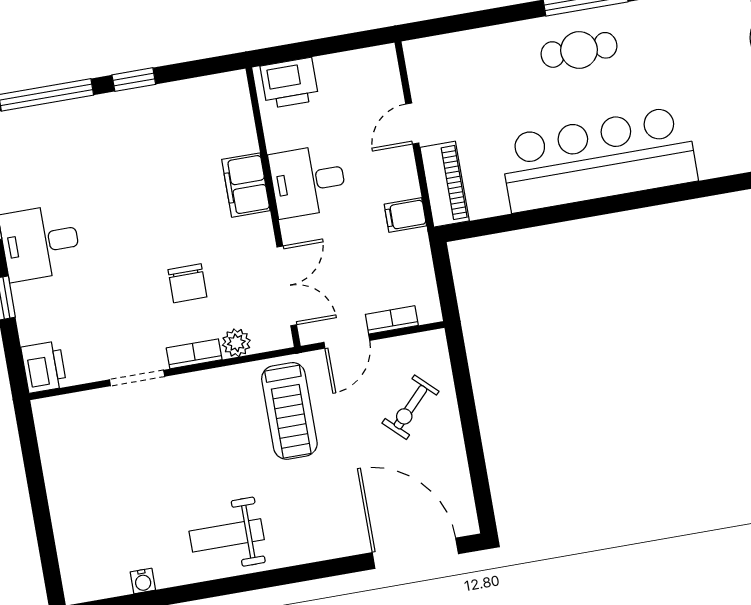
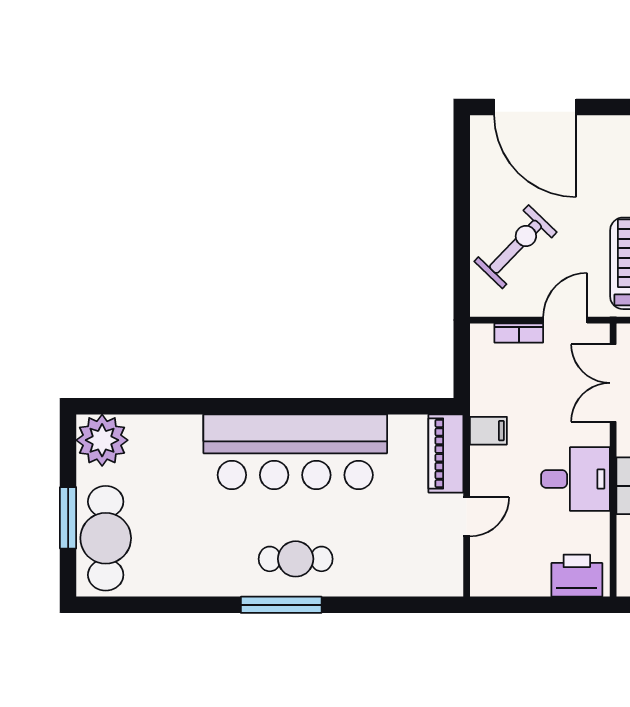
exercise bike: (410, 407) -> (516, 247), width x1.38, depth x1.39

